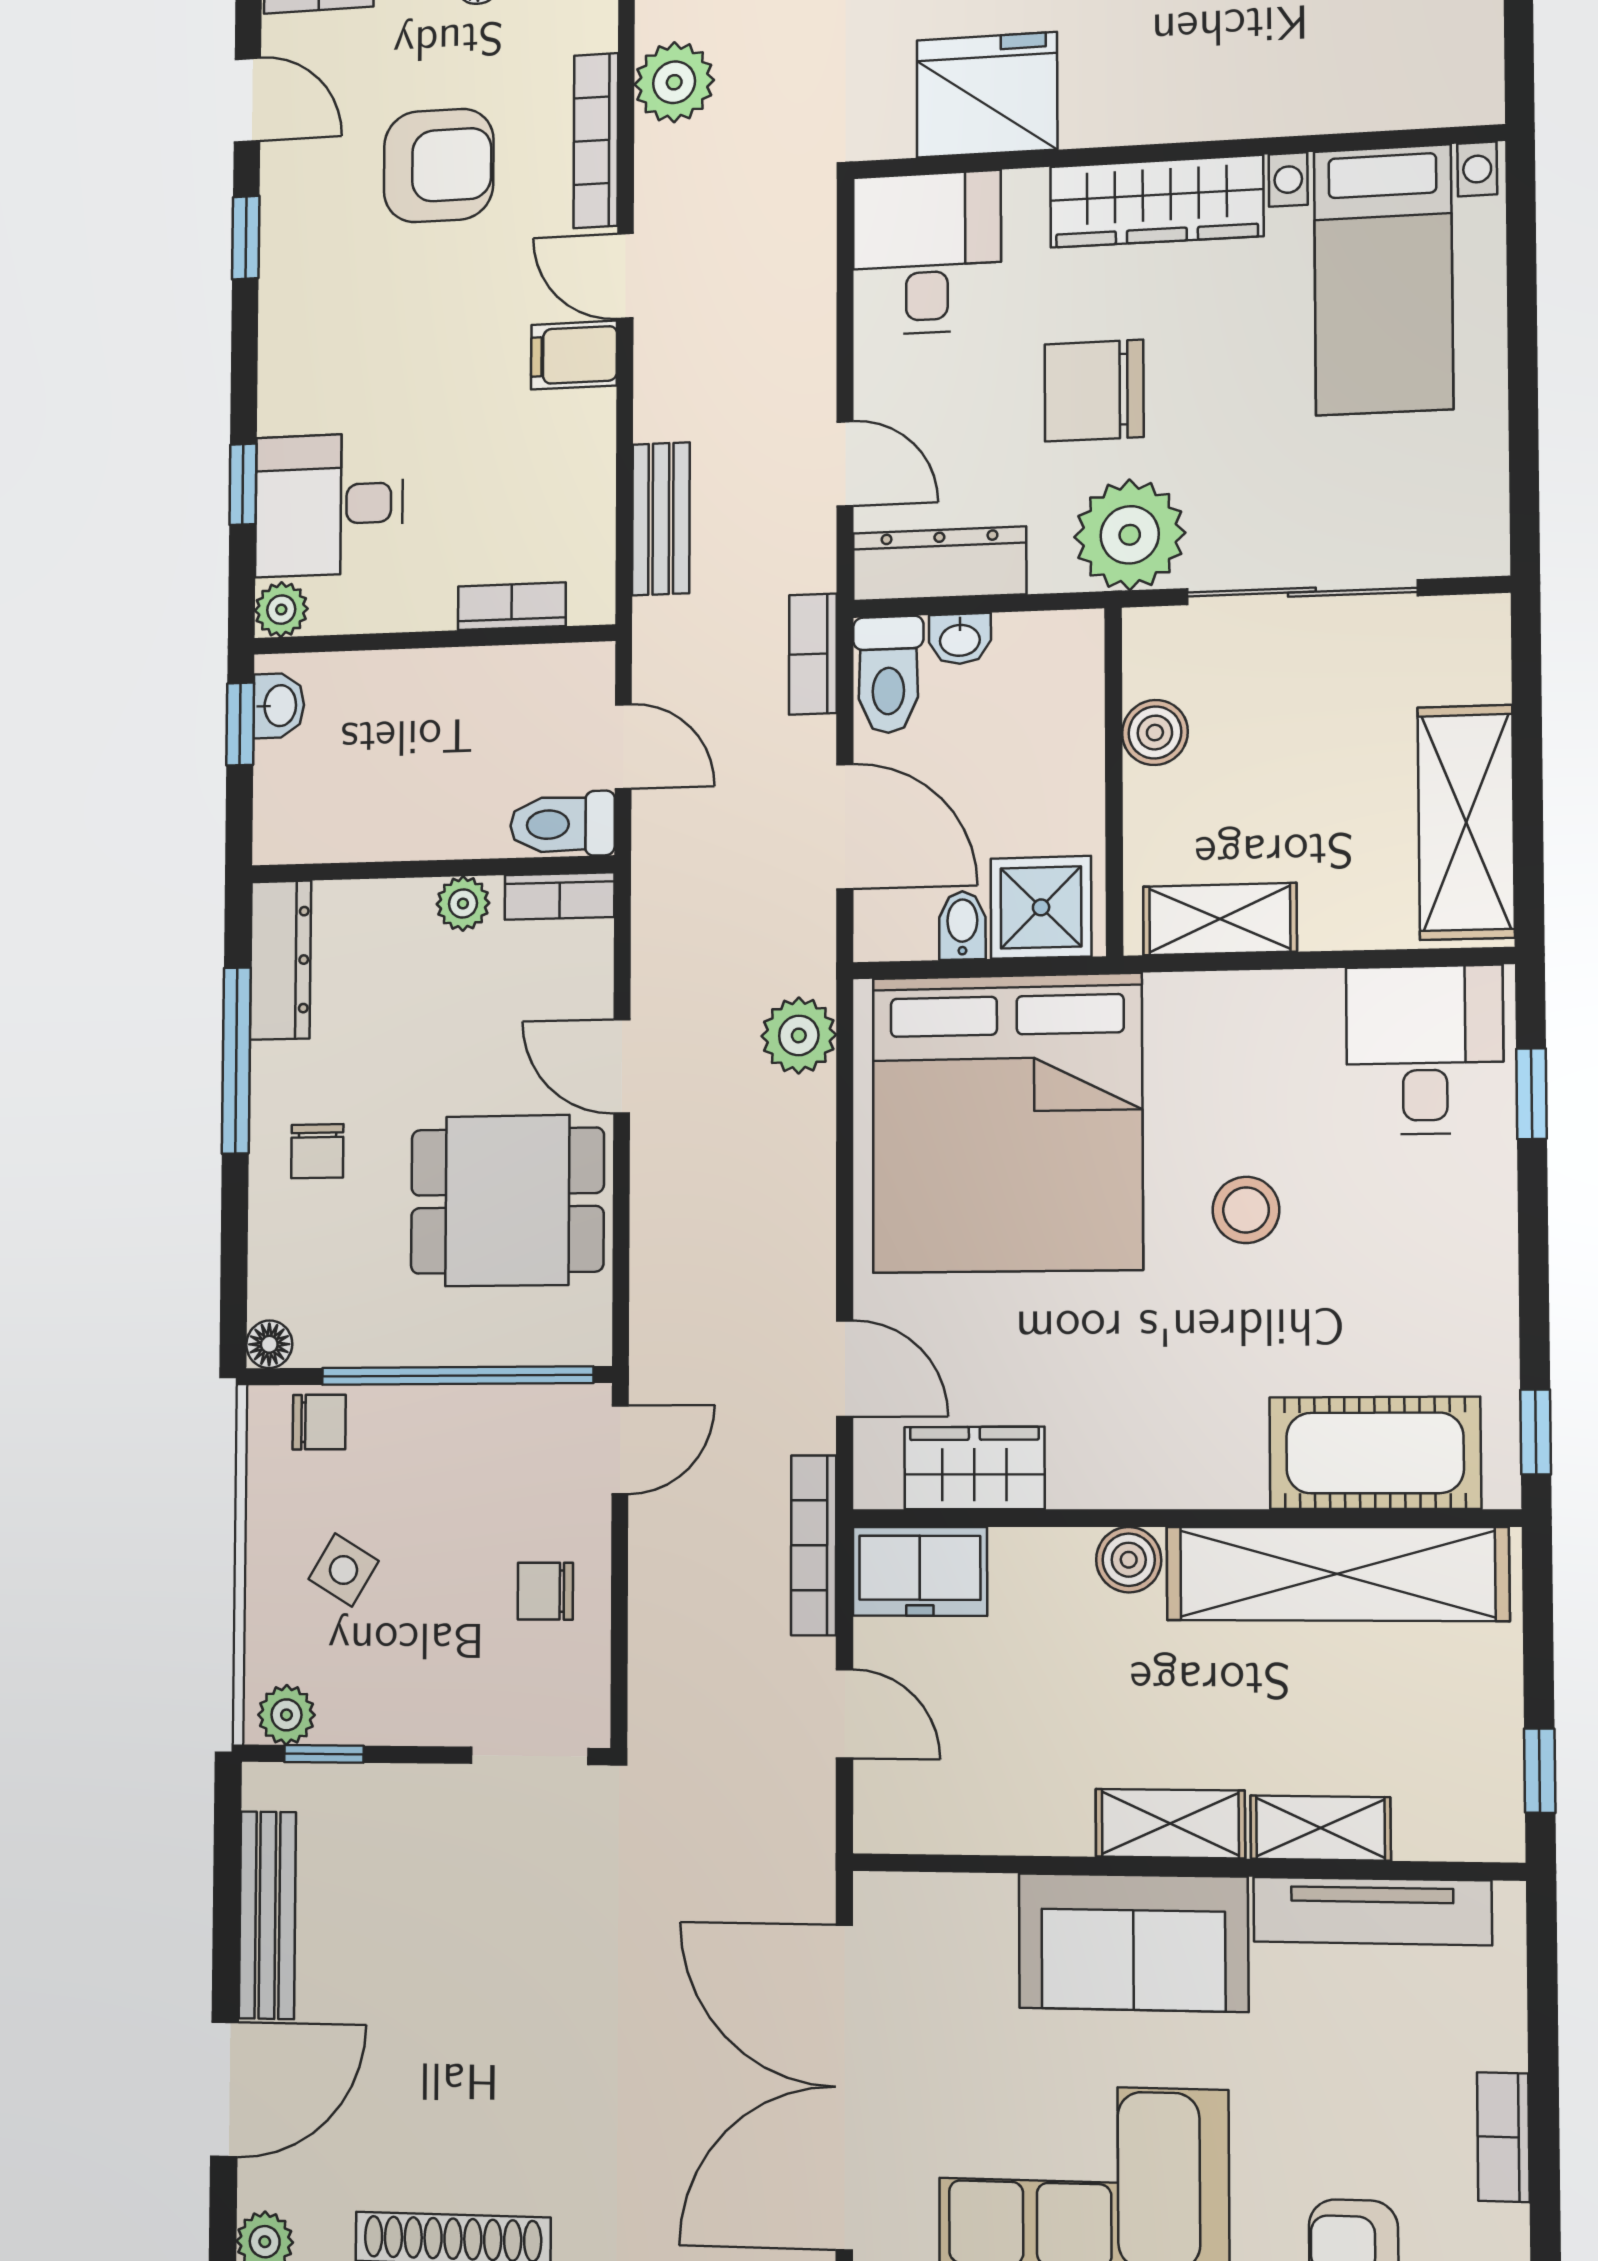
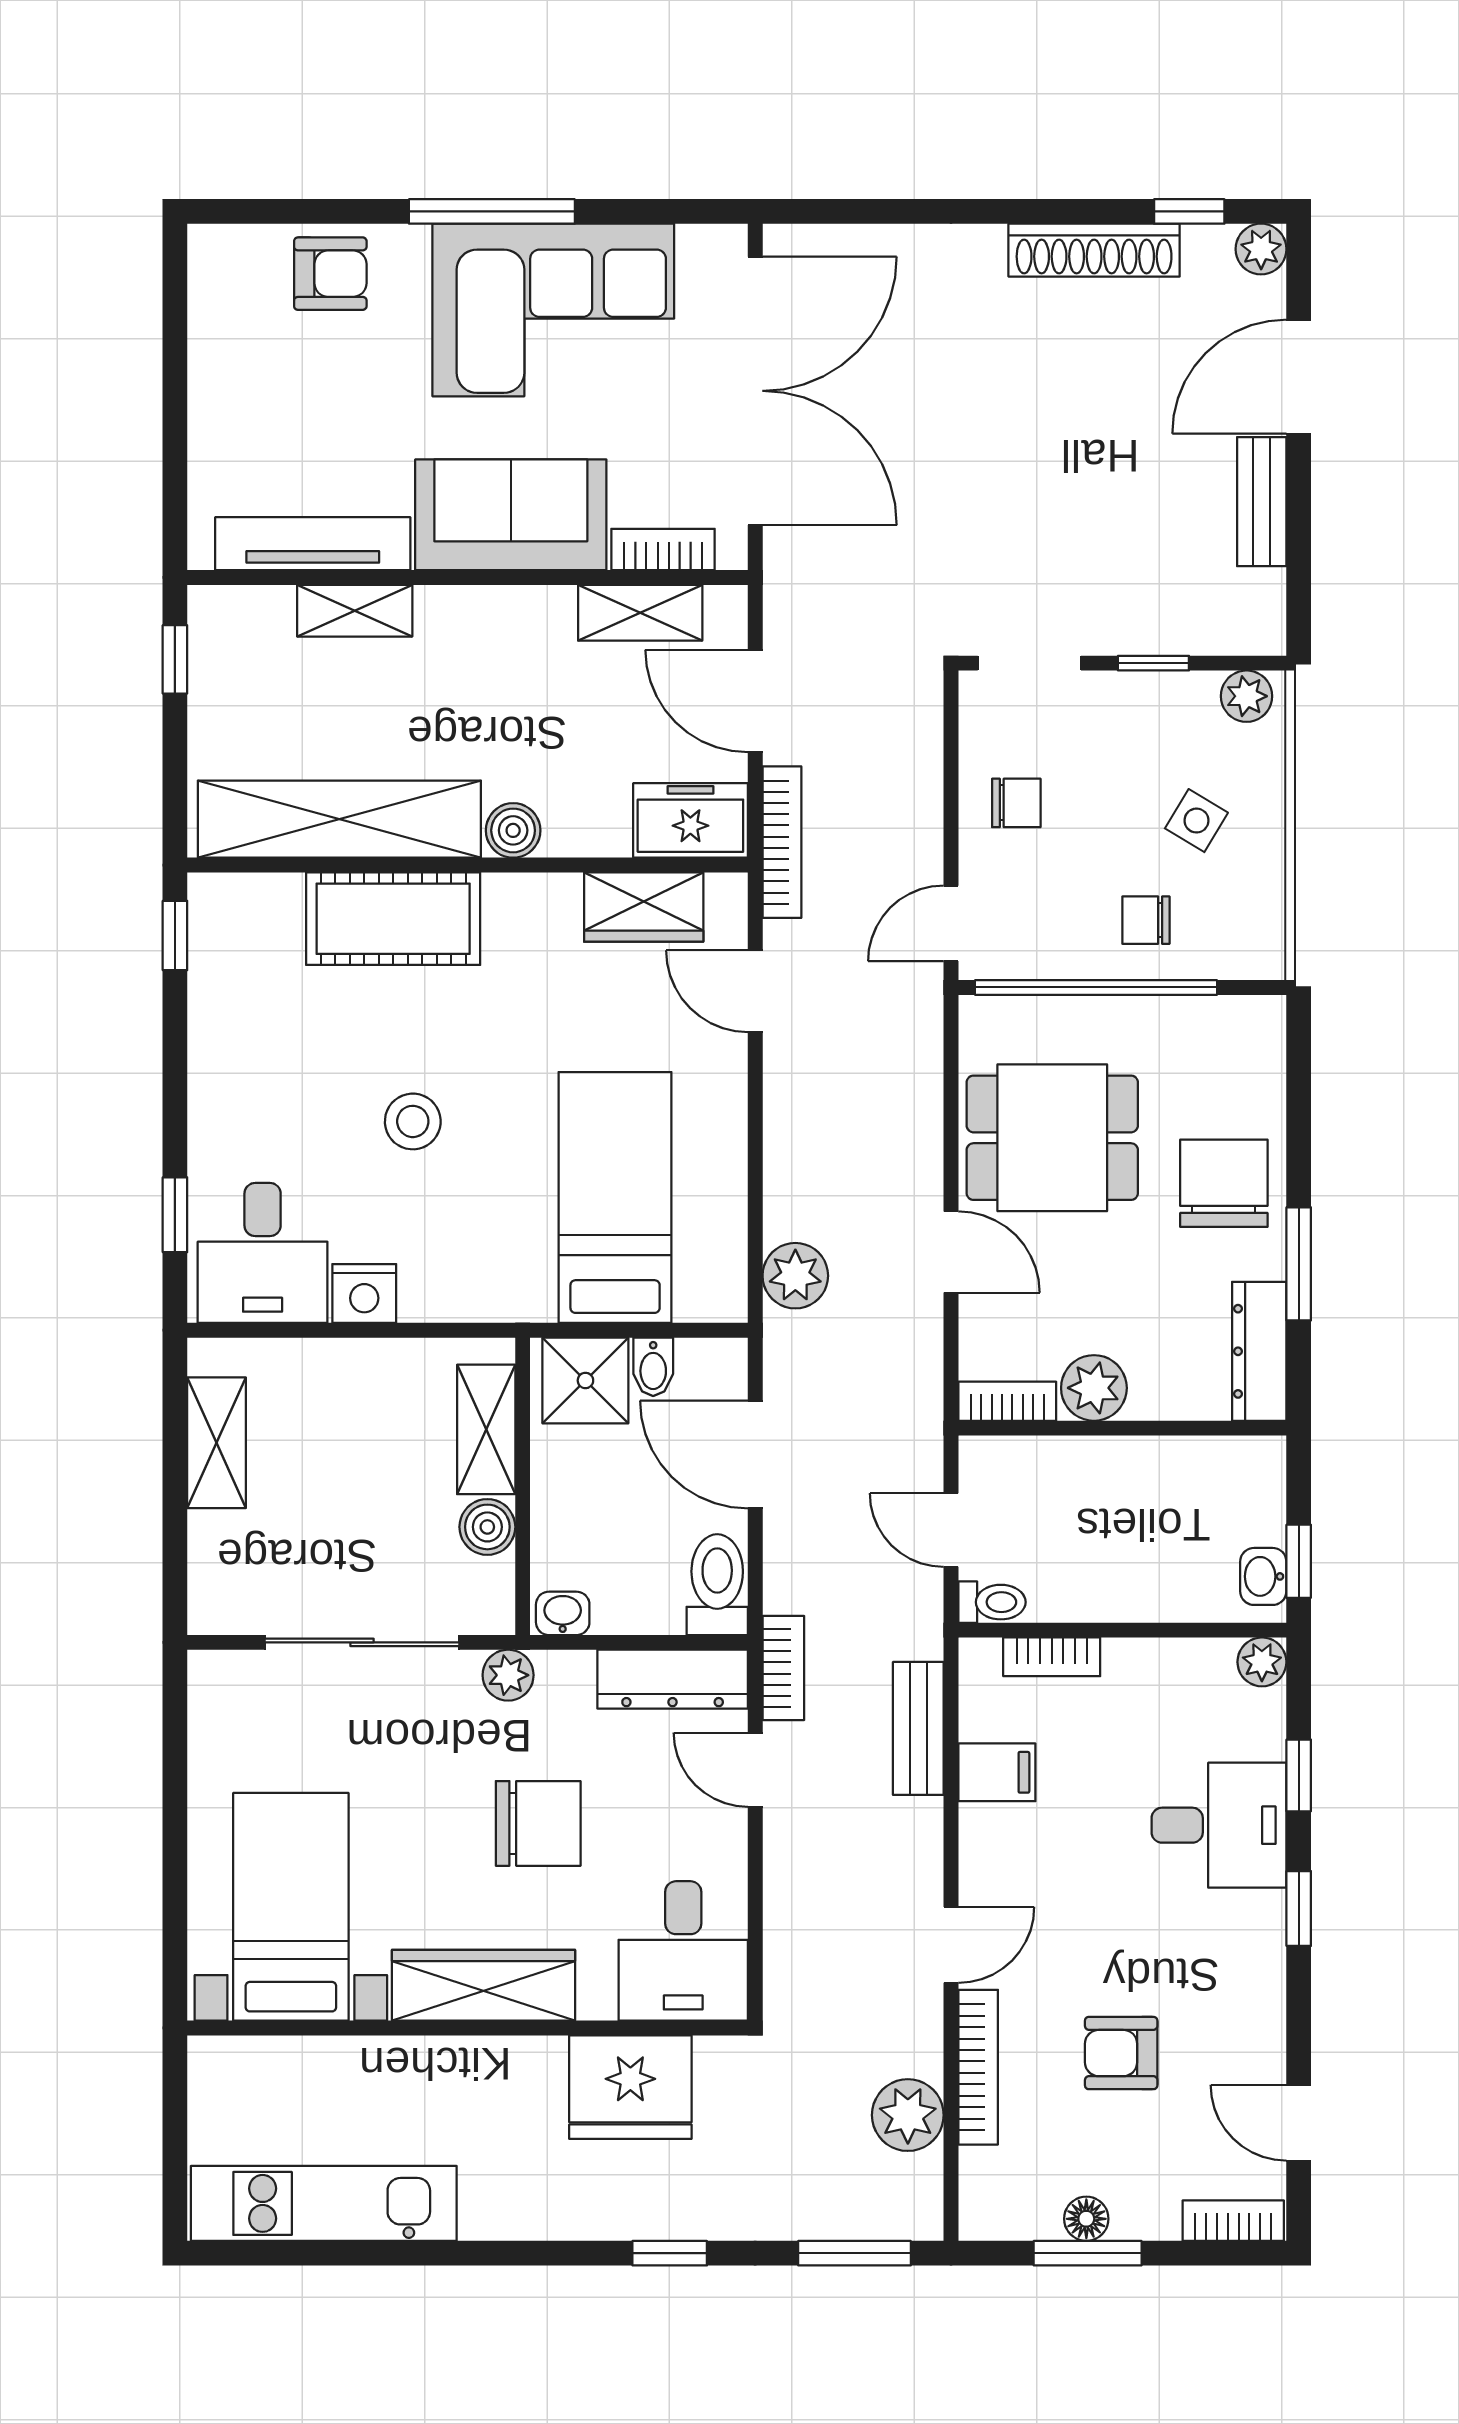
armchair: (439, 165) -> (1121, 2053), width x0.72, depth x0.72
window: (246, 238) -> (1299, 1908), moved
door: (625, 276) -> (951, 1945), hinge flipped
filing cabinet: (574, 355) -> (997, 1772), moved
desk: (329, 505) -> (1219, 1825), moved
plant: (1130, 535) -> (508, 1675), width x0.53, depth x0.53
washbasin: (960, 639) -> (563, 1613), moved
bookcase: (813, 654) -> (783, 1668), moved
shelving: (1466, 822) -> (217, 1443), width x0.67, depth x0.75
toilet: (562, 824) -> (992, 1602), moved, width x0.73, depth x0.72
plant: (463, 904) -> (1094, 1388), width x1.38, depth x1.38
shelving: (1220, 919) -> (486, 1429), moved, turned 90
nightstand: (1302, 1004) -> (364, 1293), added
window: (236, 1060) -> (1299, 1264), width x0.69
bed: (1007, 1123) -> (615, 1197), width x0.49
chair: (317, 1151) -> (1224, 1183), width x1.87, depth x1.87
floor lamp: (269, 1344) -> (1266, 1016), removed
chair: (319, 1422) -> (1146, 920), moved
cot: (1375, 1453) -> (393, 919), moved
door: (844, 1714) -> (755, 701), width x1.38
window: (324, 1754) -> (1153, 663), moved
shelving: (1170, 1824) -> (640, 613), moved
bench: (267, 1915) -> (1262, 502), width x0.73
bookcase: (1503, 2137) -> (663, 549), moved, turned -90

